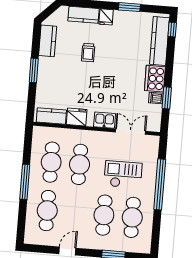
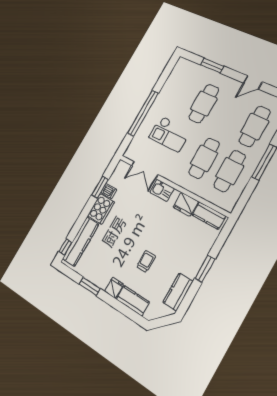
cafe table: (132, 217) -> (180, 93), removed

